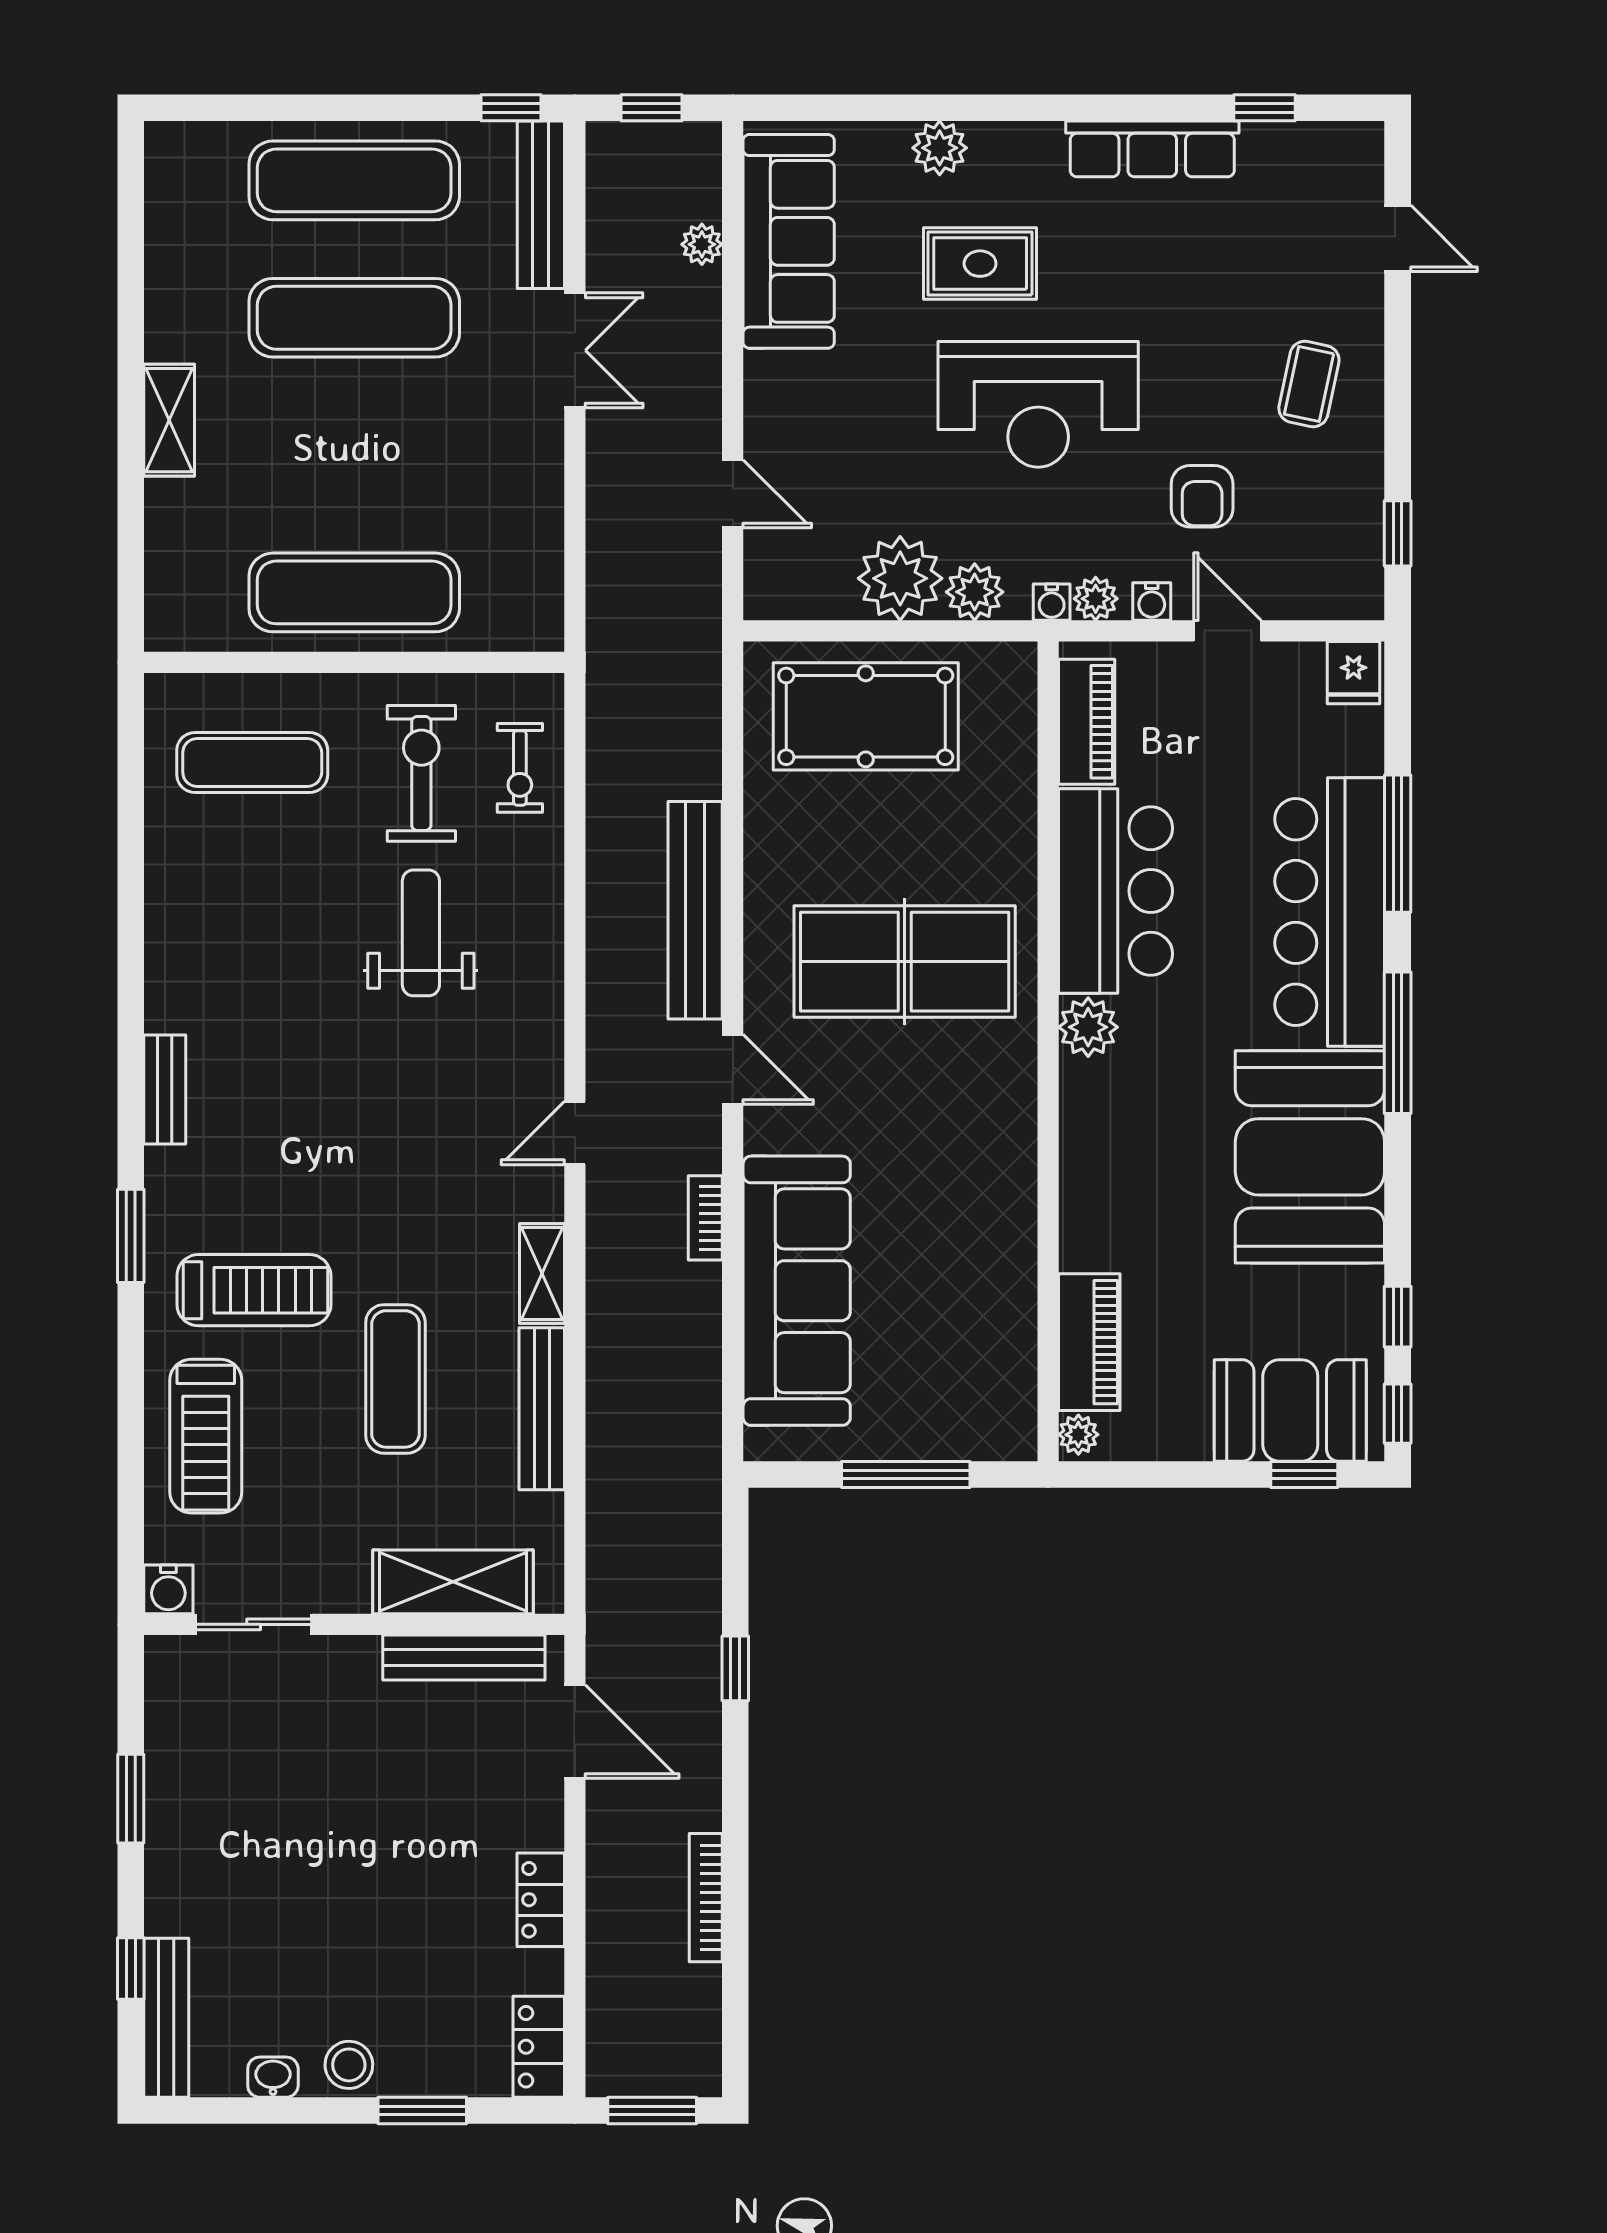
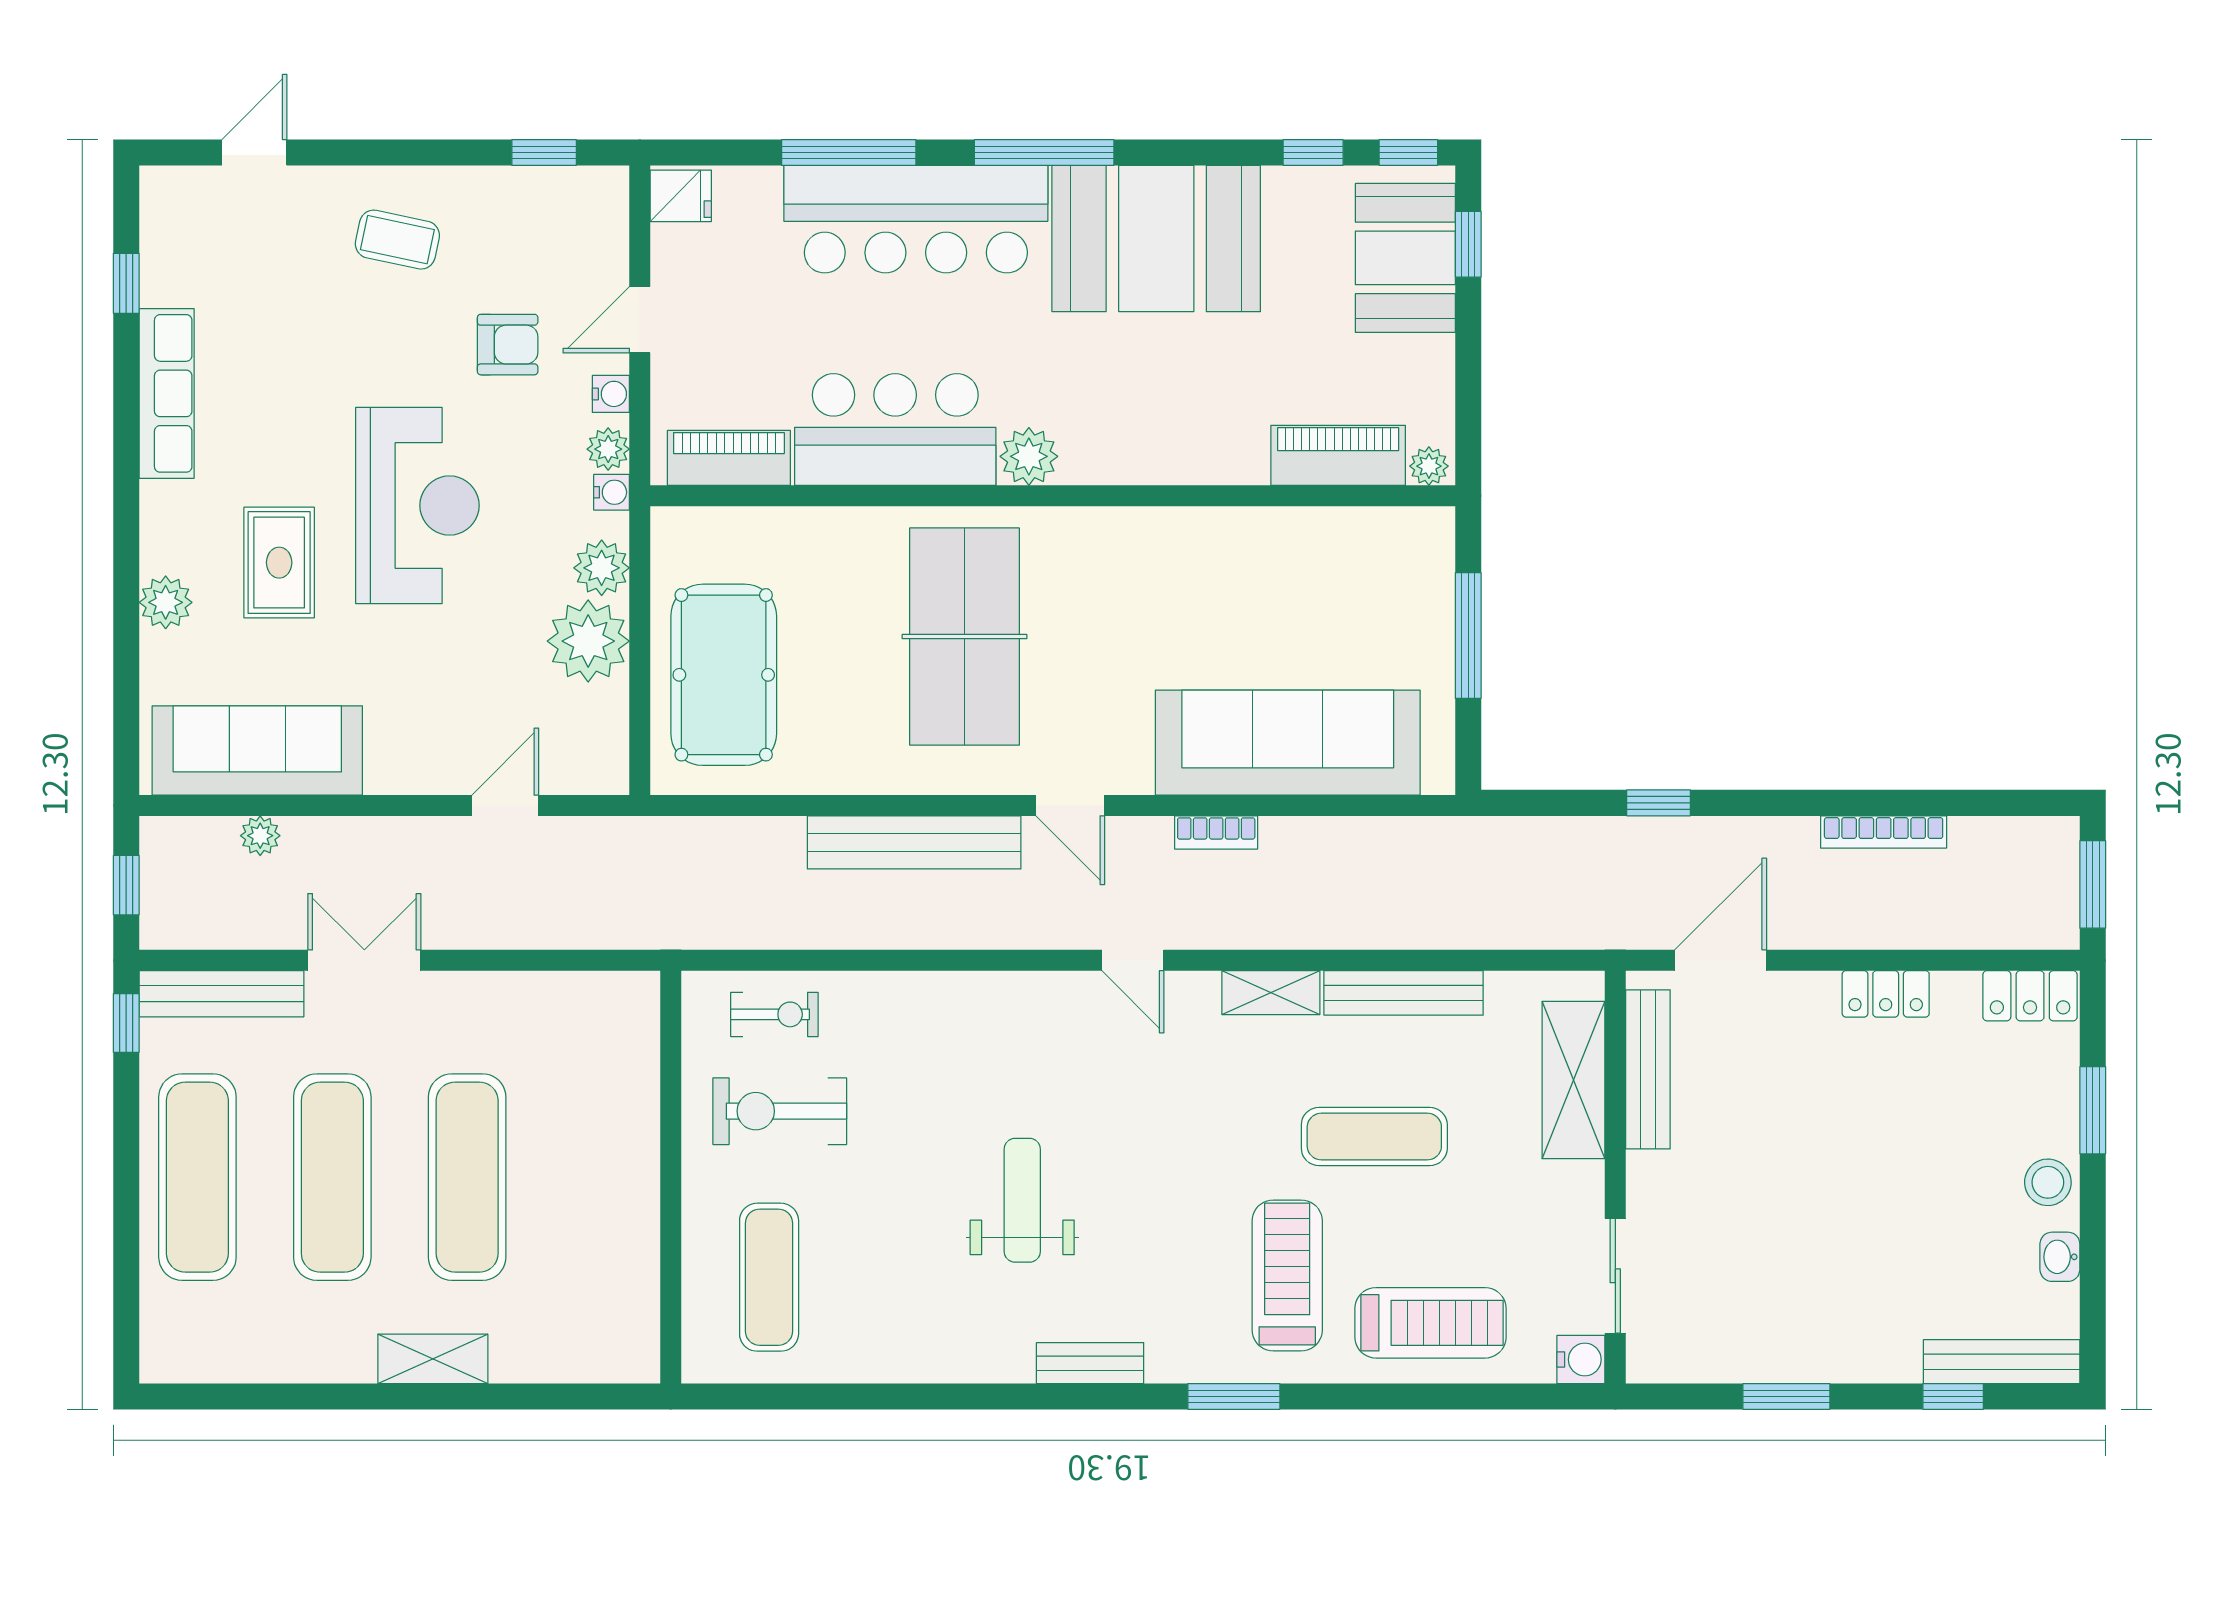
exercise mat: (354, 592) -> (467, 1177), moved
weight bench: (421, 933) -> (1022, 1200), moved, turned 90
door: (733, 1069) -> (1070, 805), swing flipped

